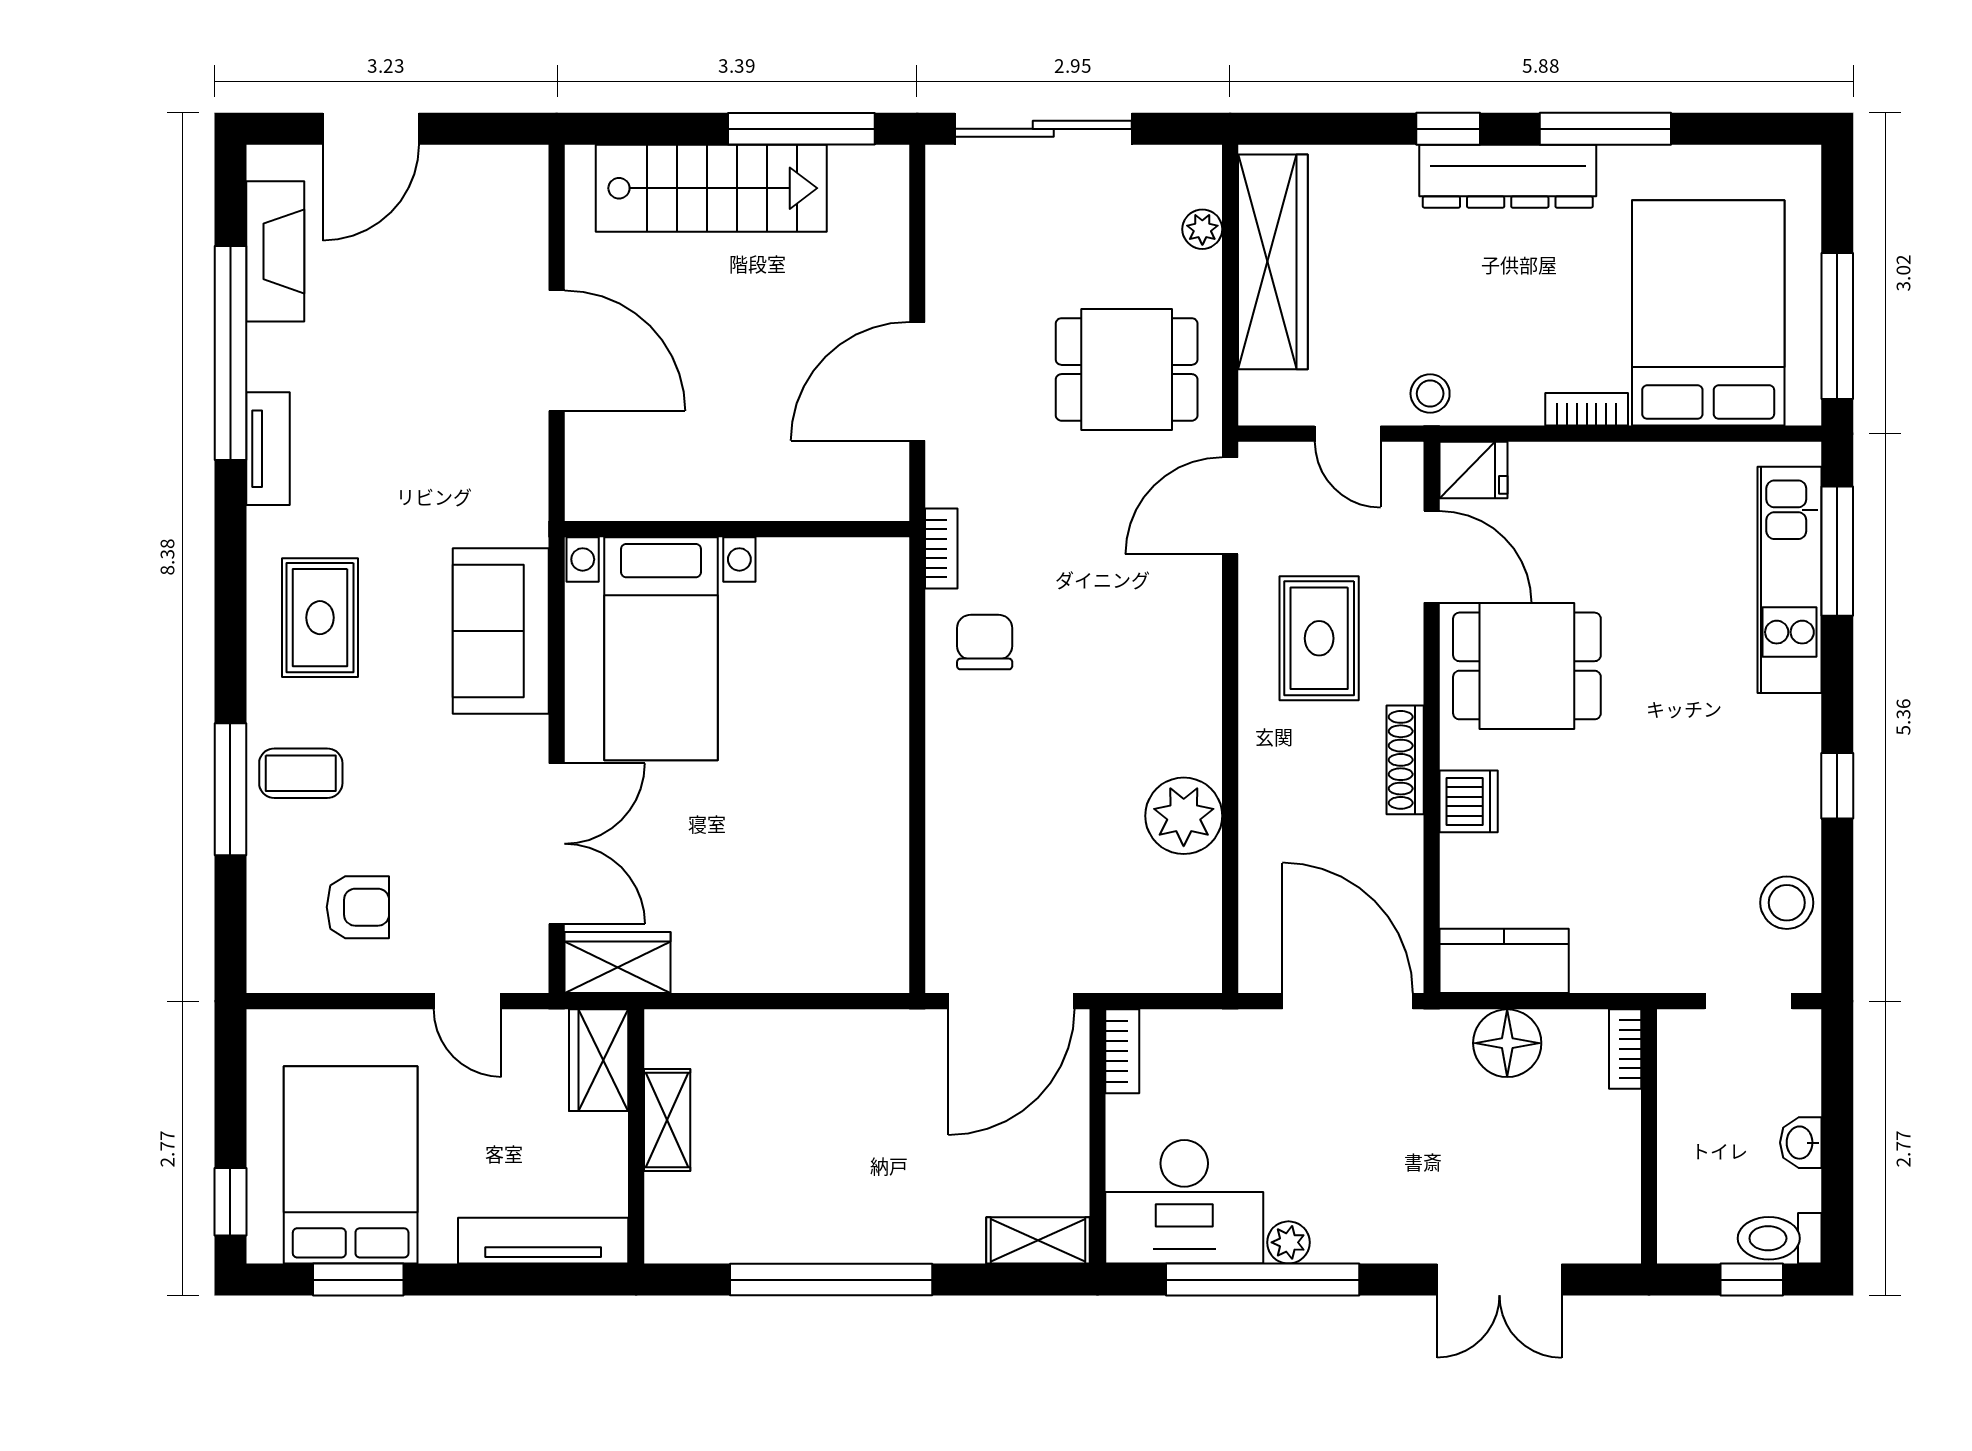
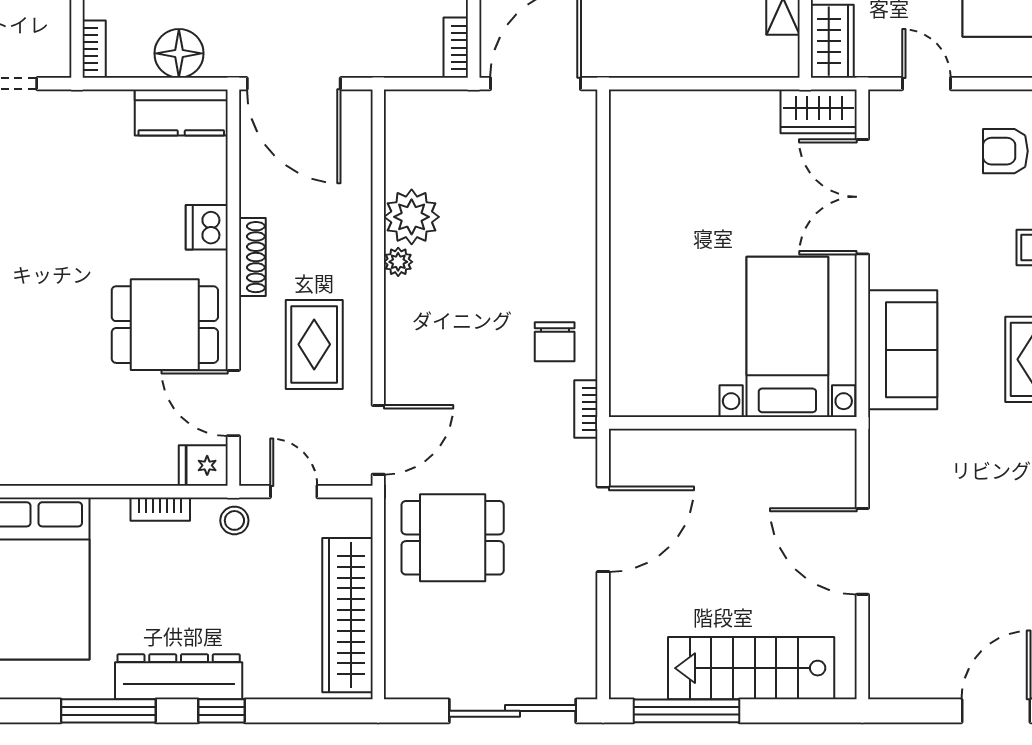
plant: (1202, 229) -> (398, 262), moved
bookcase: (1587, 409) -> (160, 509), moved

